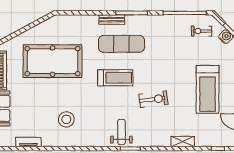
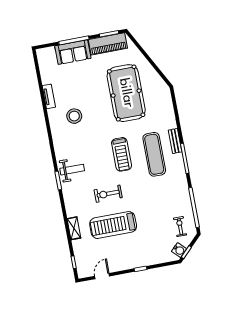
treadmill: (208, 89) -> (113, 225), moved
exercise bike: (153, 99) -> (108, 194), turned 97
tv unit: (28, 142) -> (49, 96), moved

